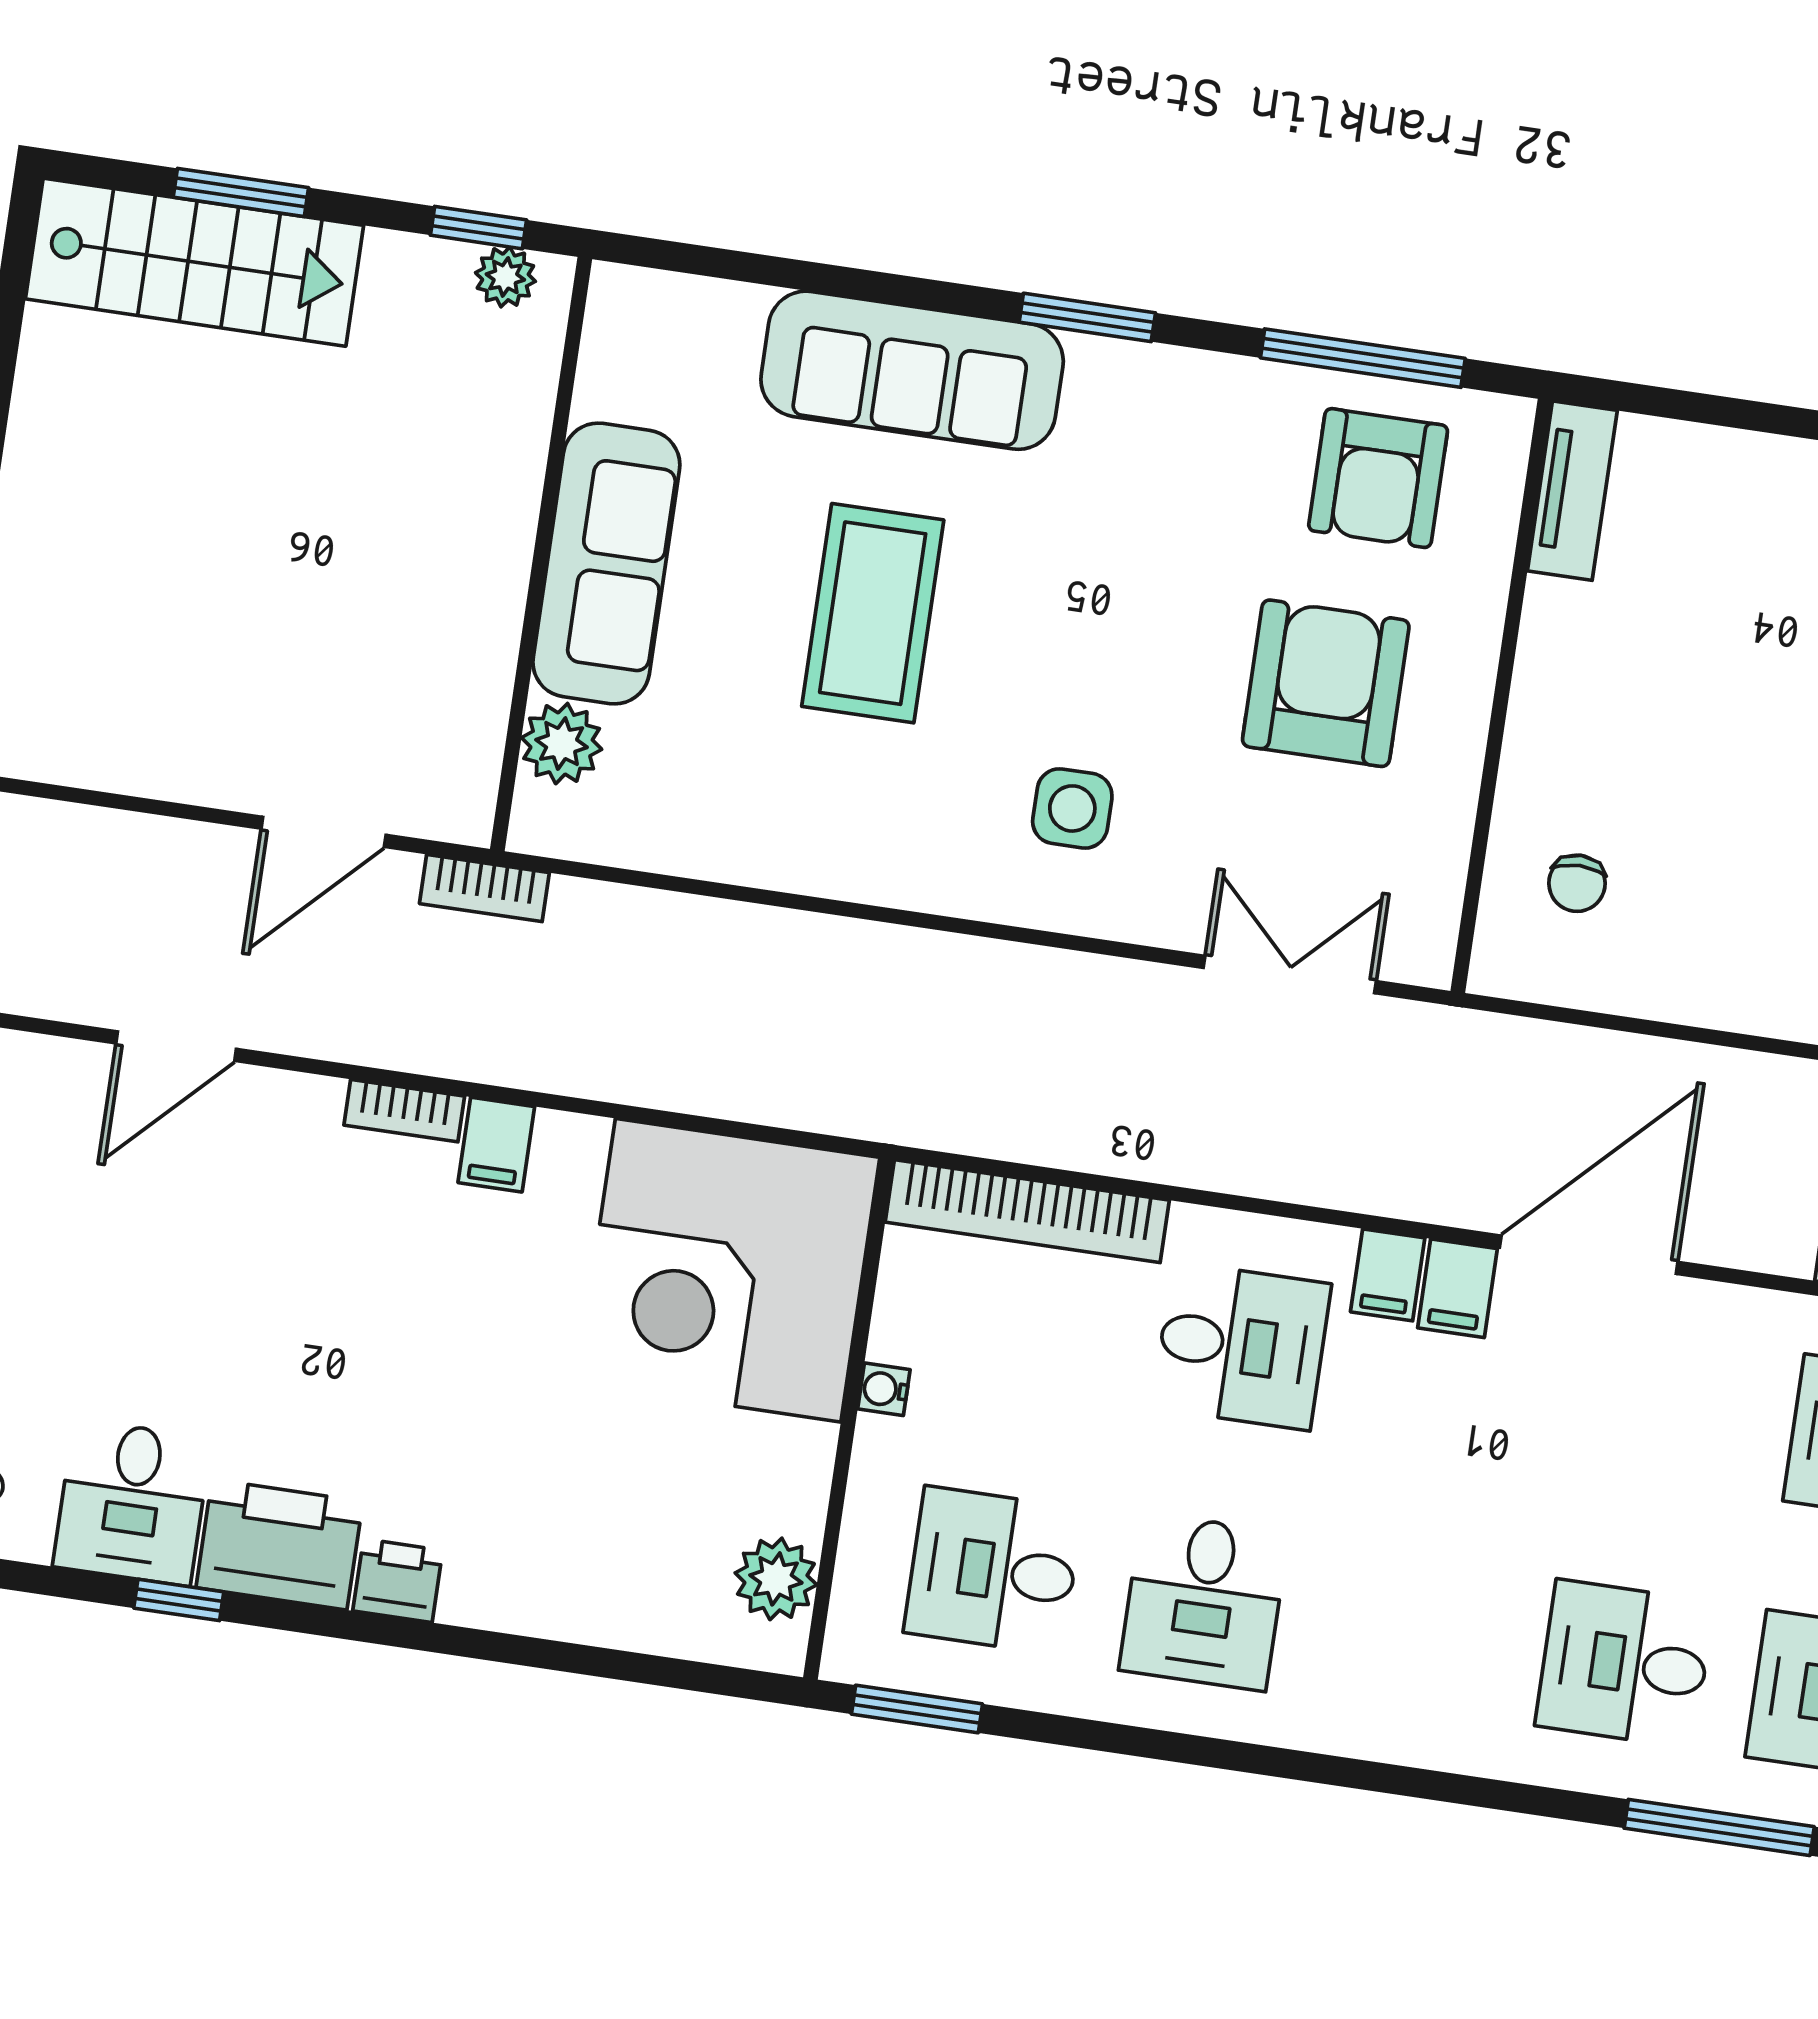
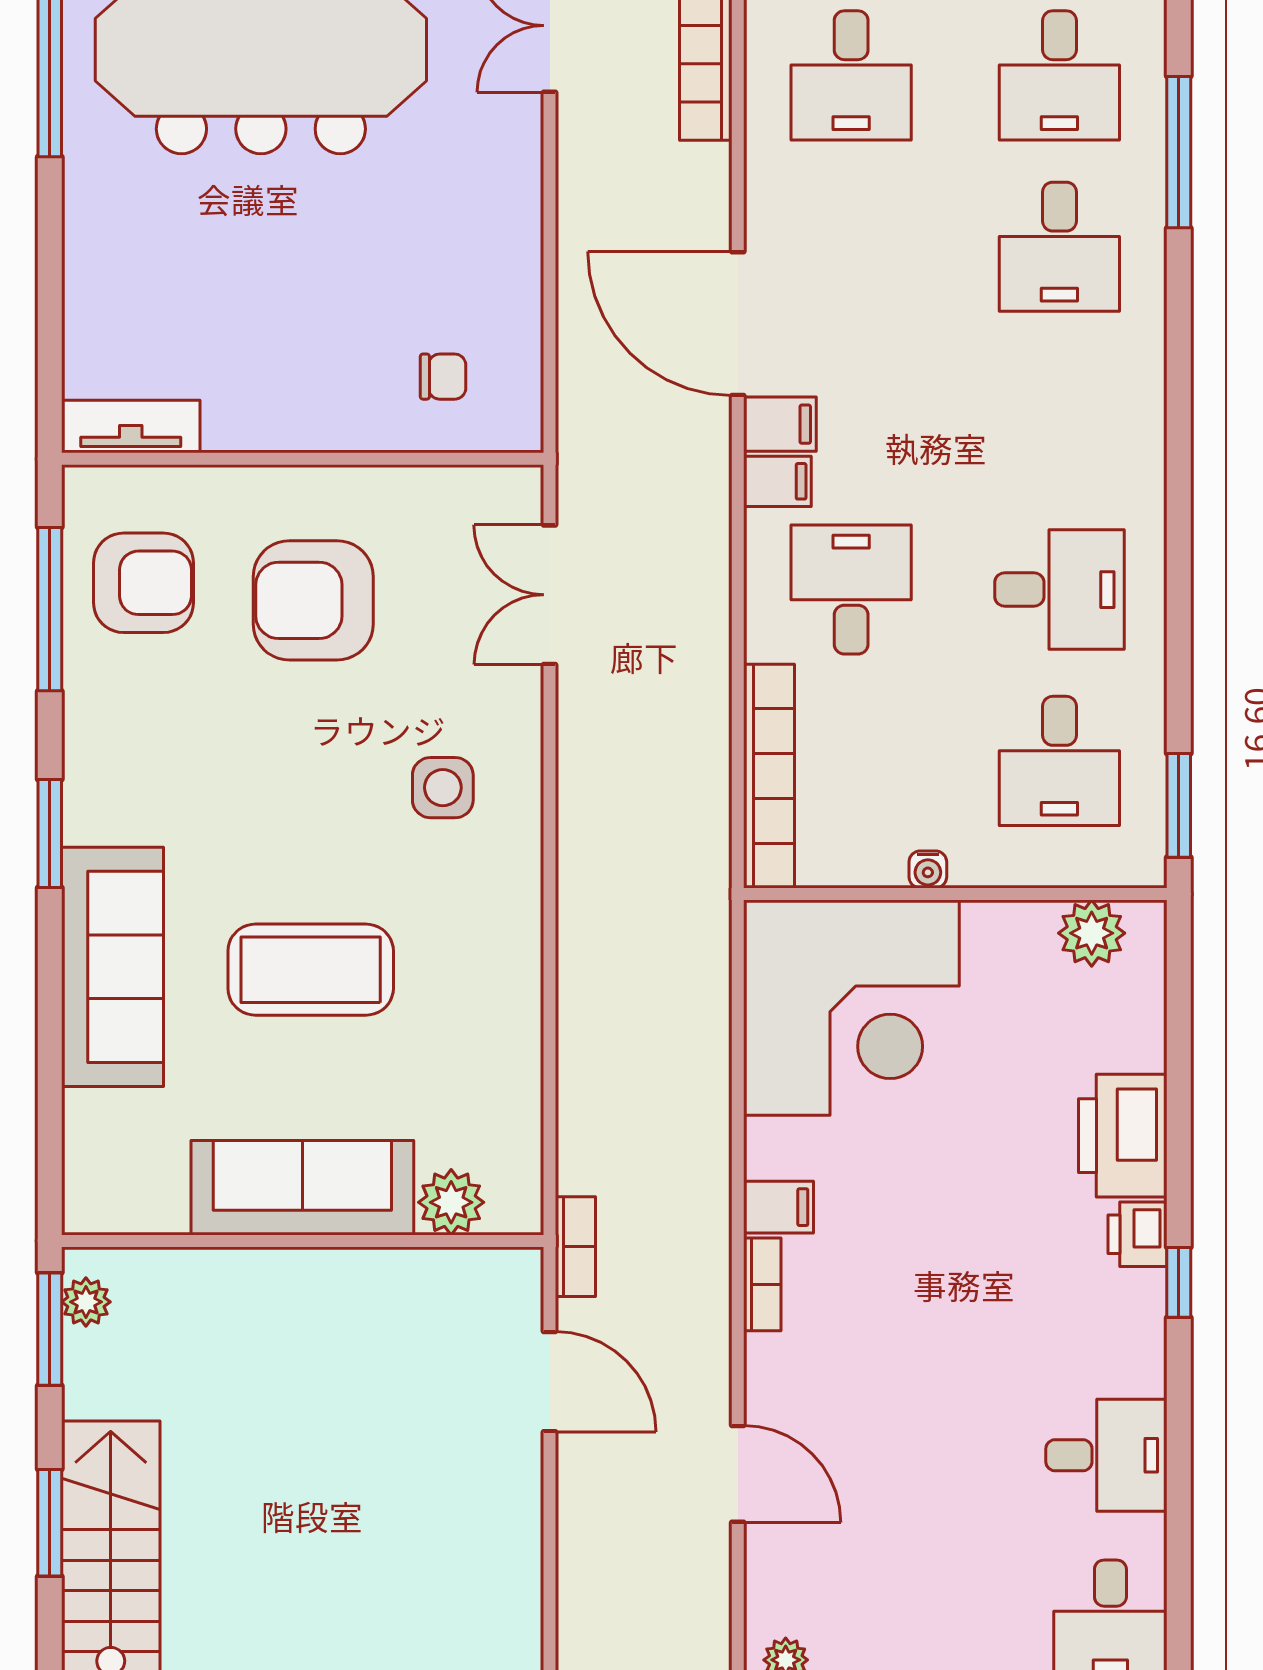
window: (479, 228) -> (50, 1329), width x1.50
printer: (279, 1545) -> (1123, 1136), moved
window: (179, 1600) -> (1179, 1282), moved

